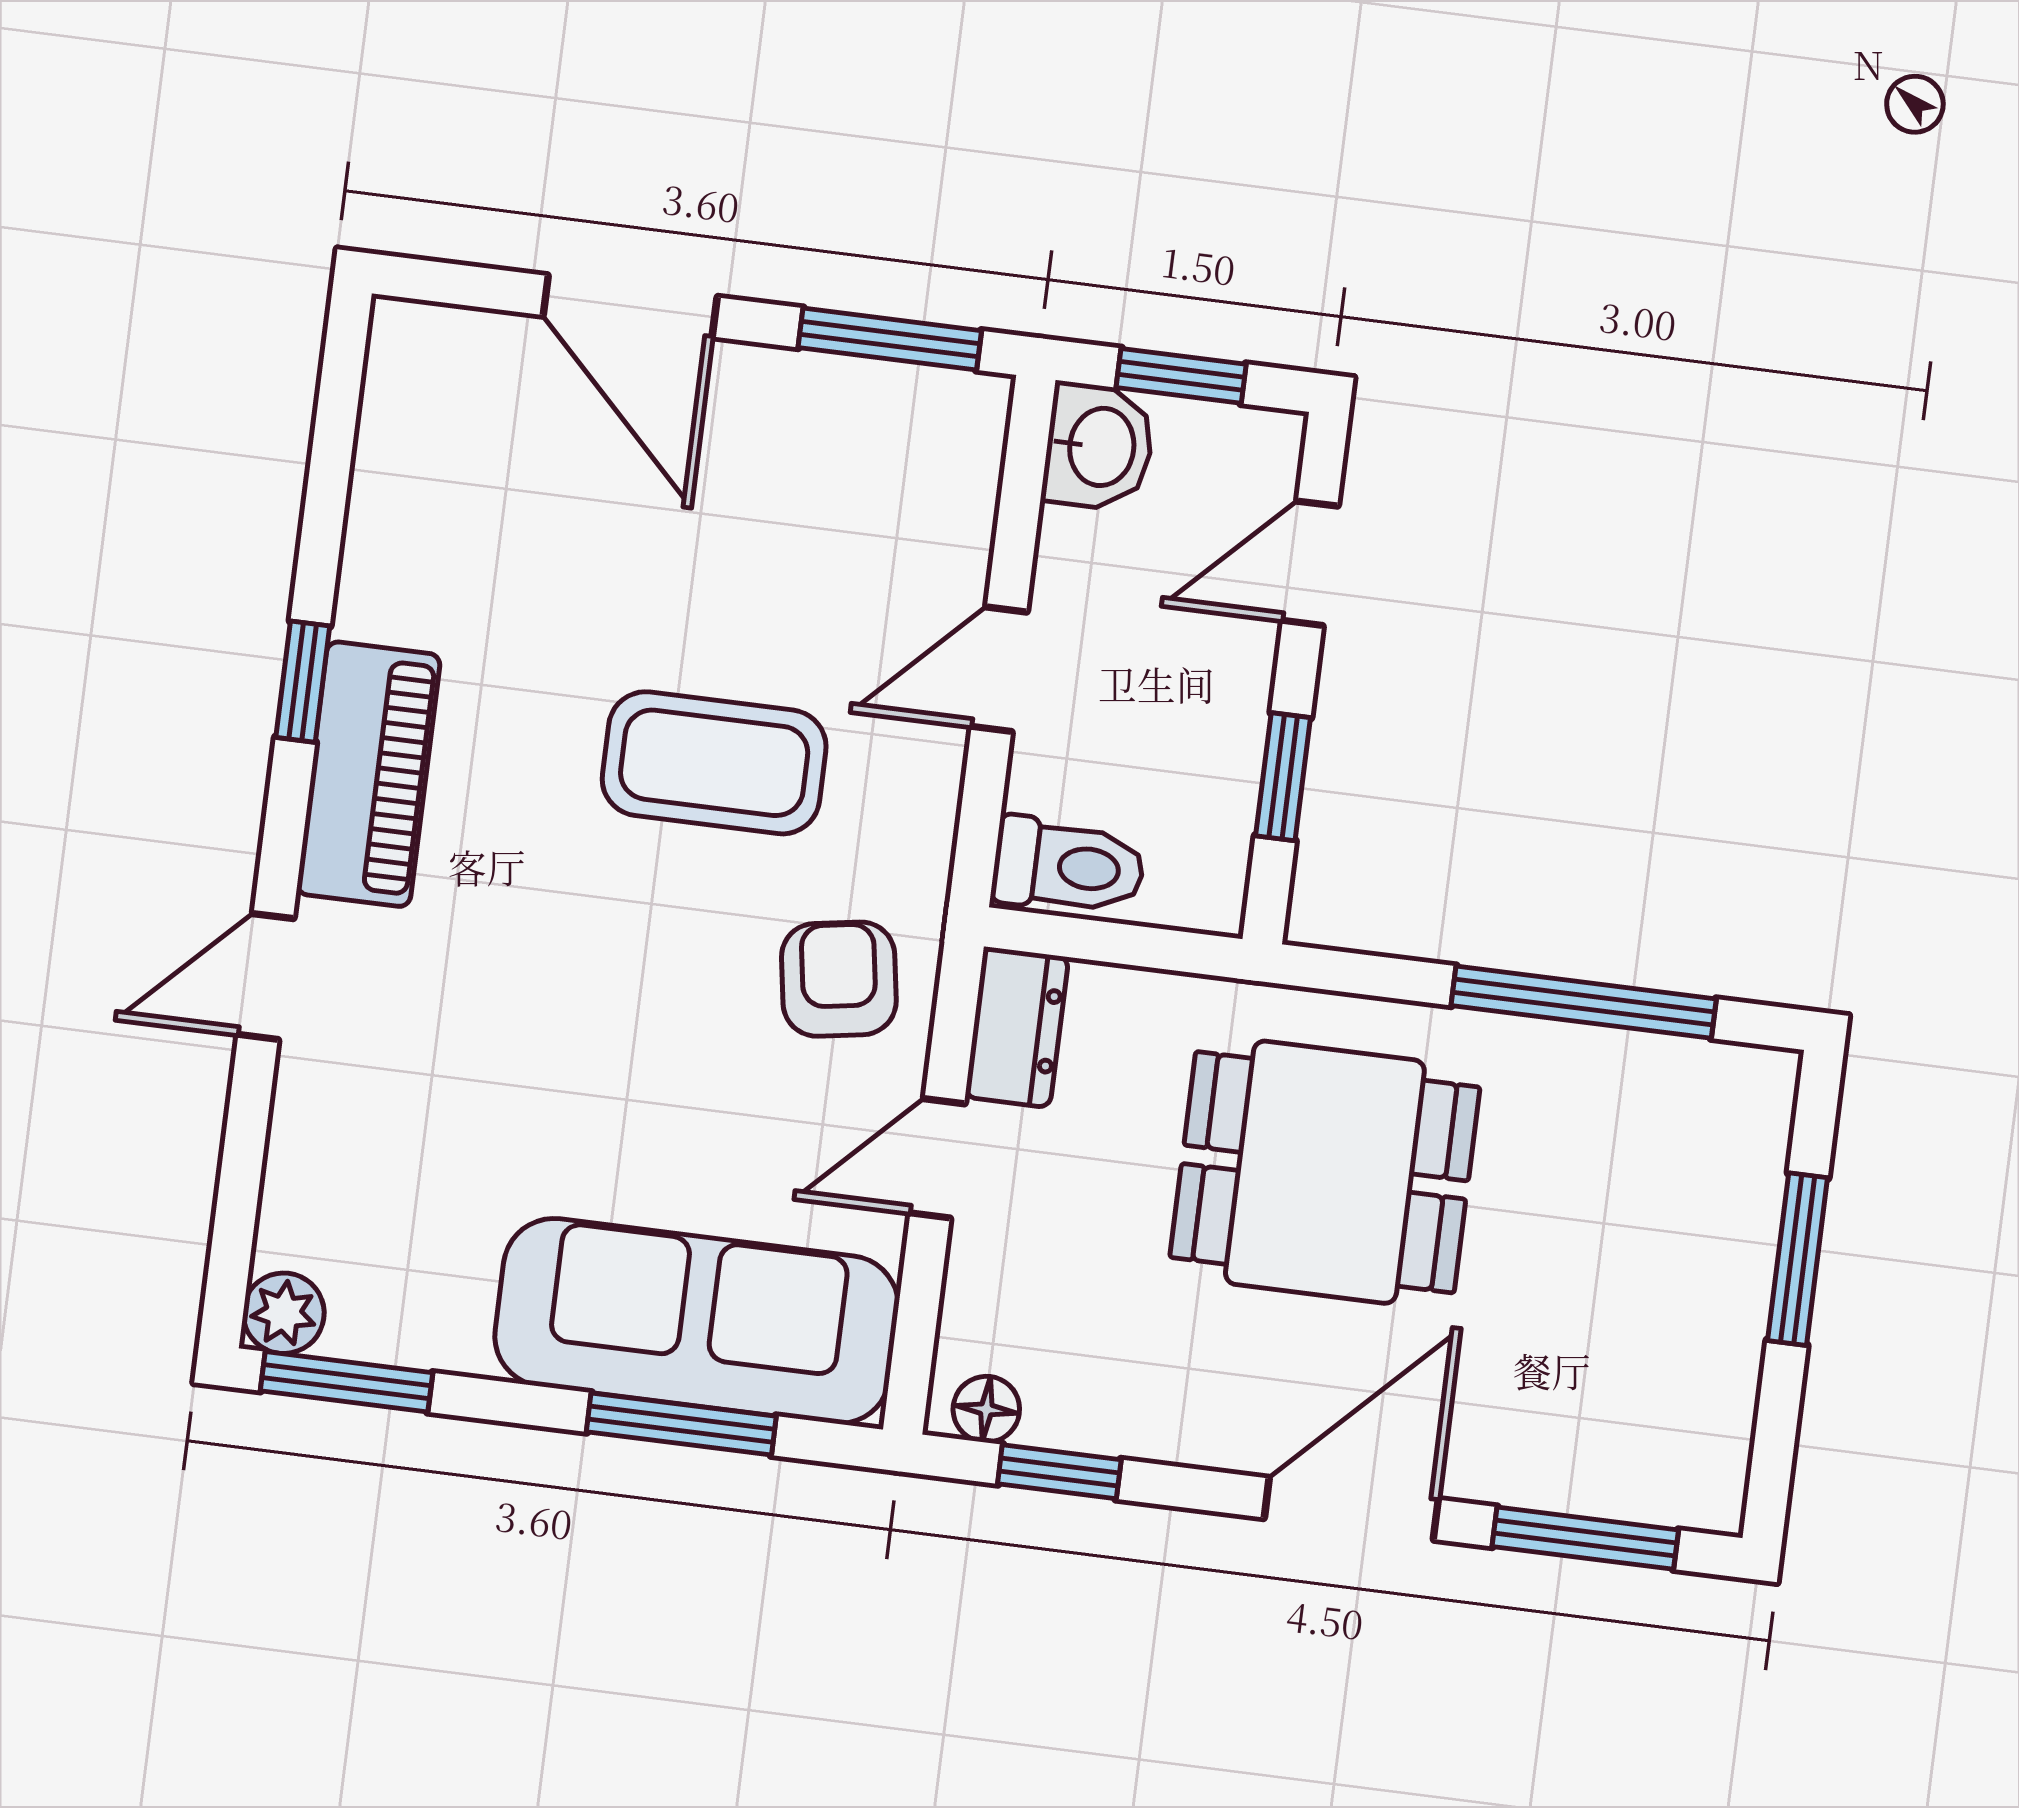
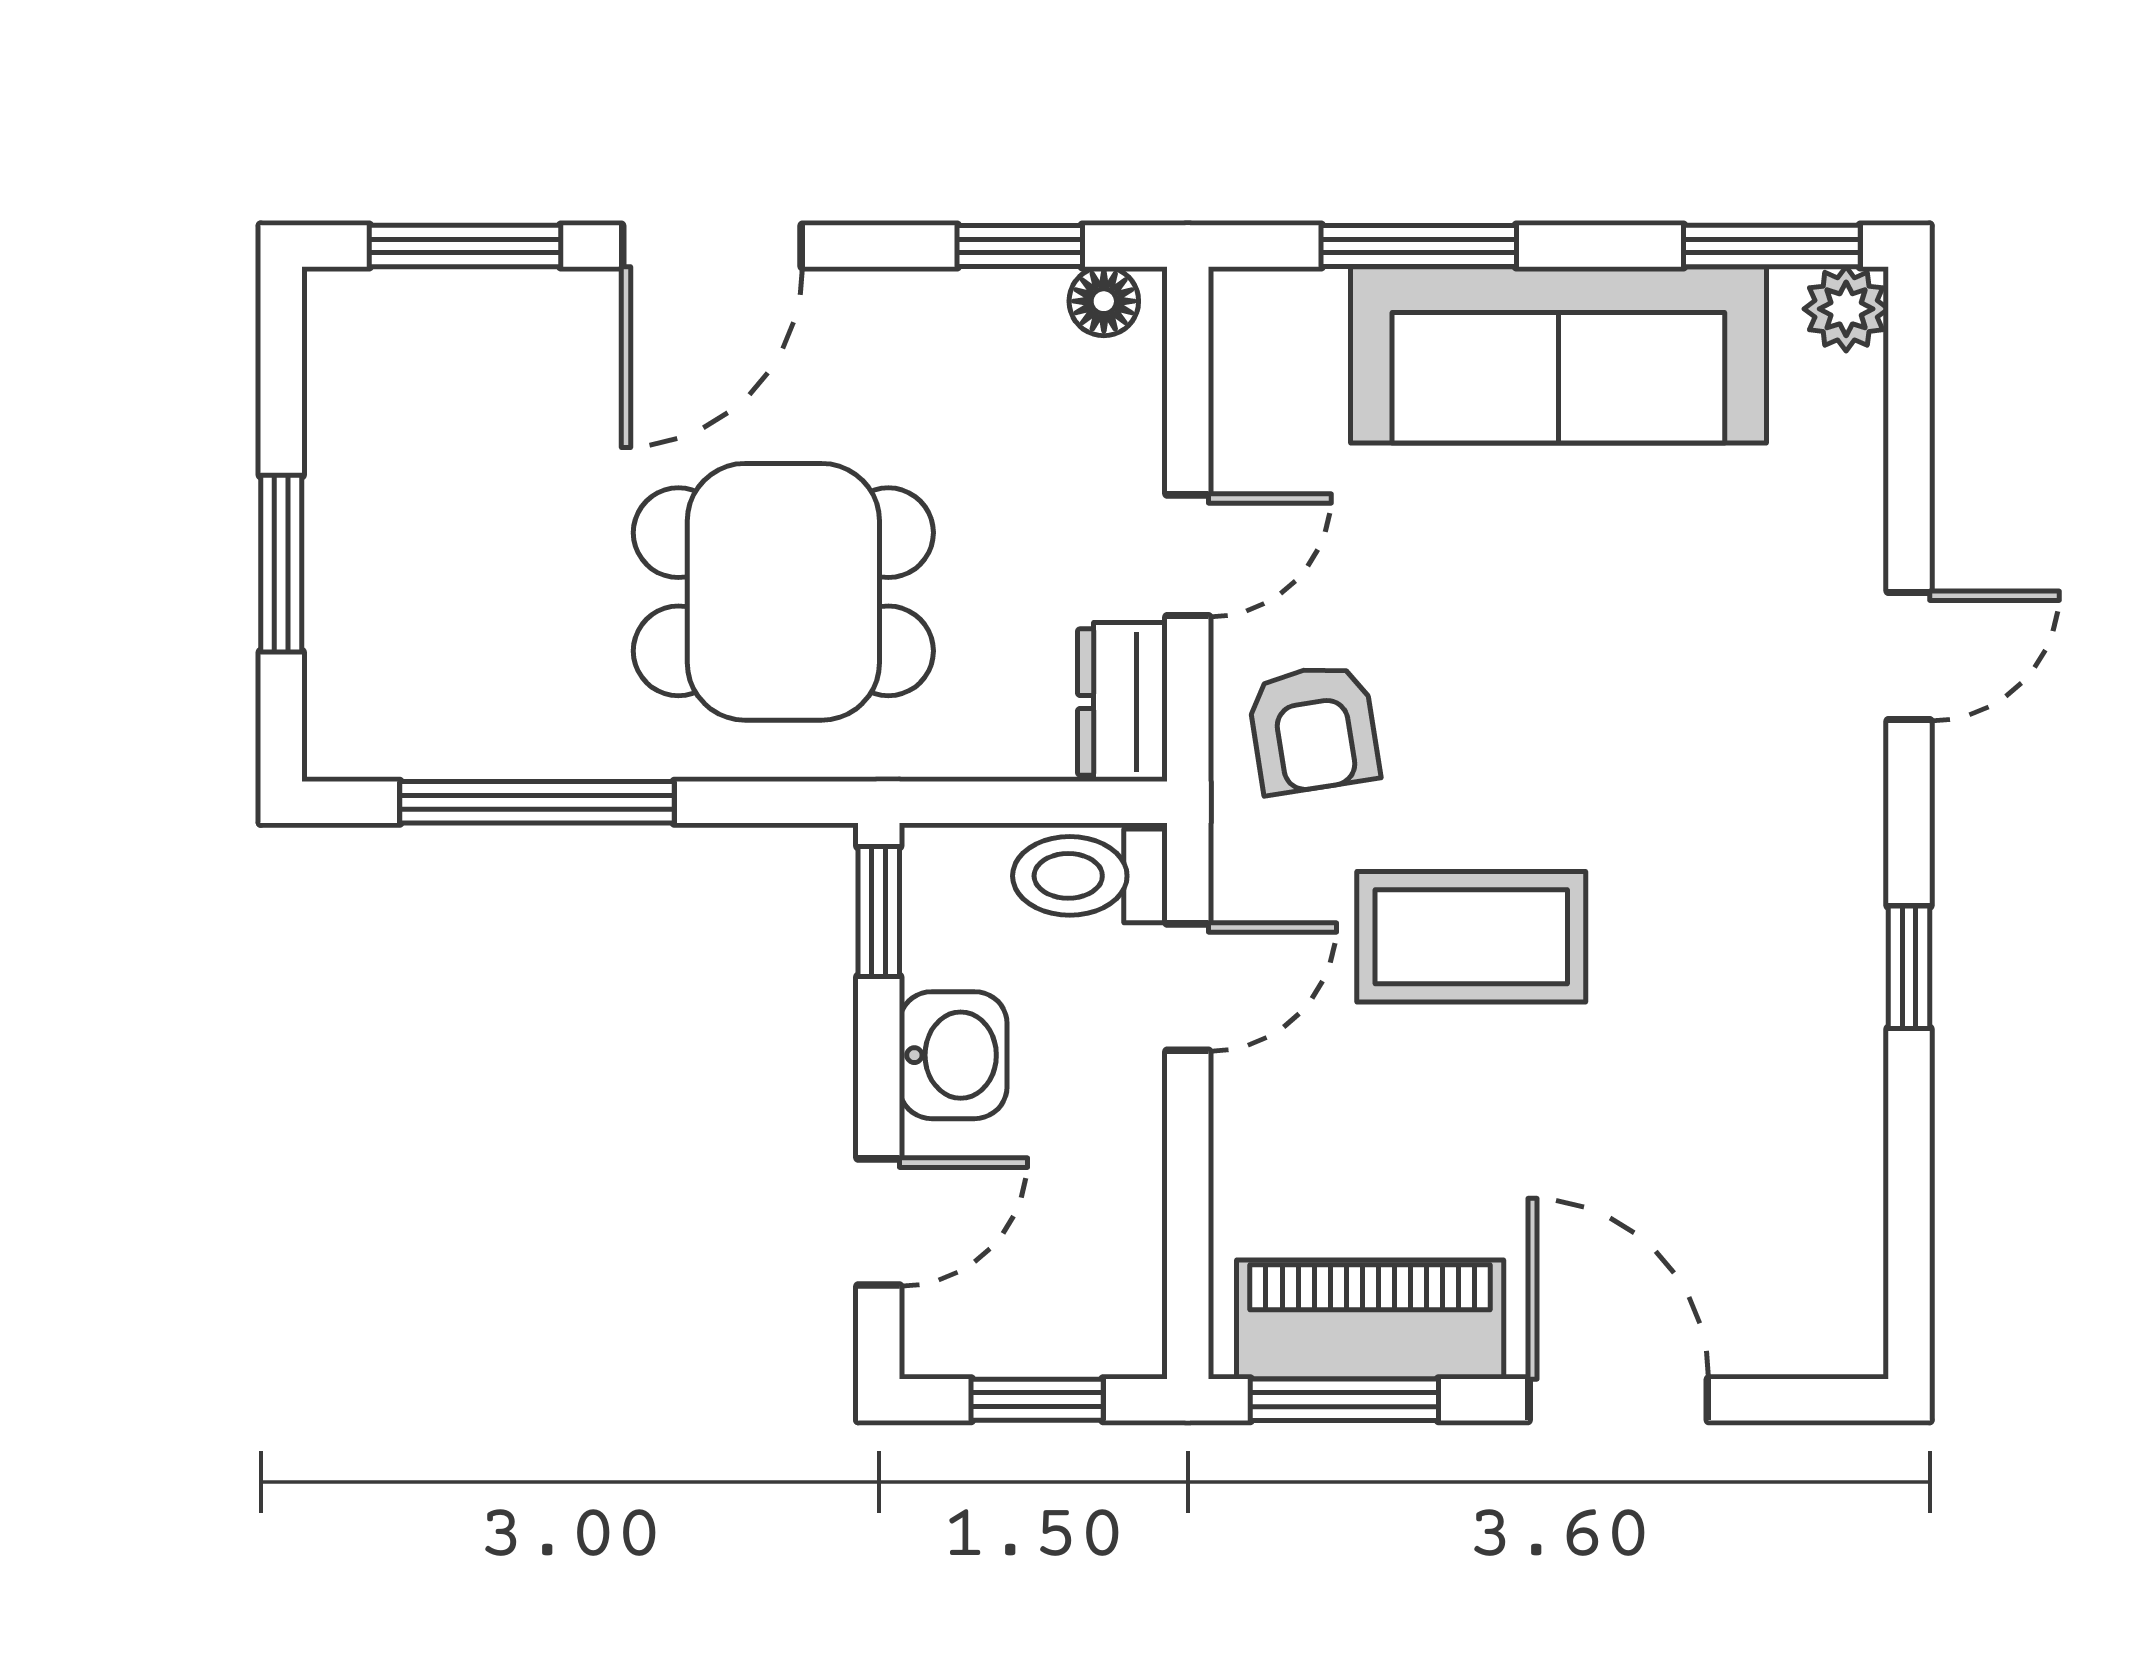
washbasin: (1099, 447) -> (953, 1055), moved, turned 180
door: (999, 669) -> (1188, 987), moved
piano: (368, 774) -> (1370, 1320), moved, turned 90
window: (1283, 777) -> (879, 911), moved
sofa: (697, 1321) -> (1558, 355), moved

